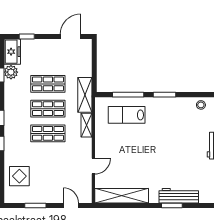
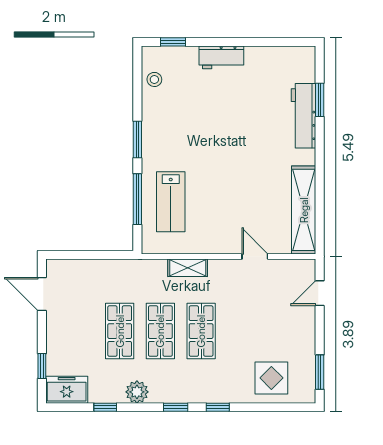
plant: (11, 72) -> (137, 392), moved
shelving: (85, 95) -> (138, 270), removed
window: (35, 205) -> (320, 372), moved
window: (172, 205) -> (320, 100), moved

